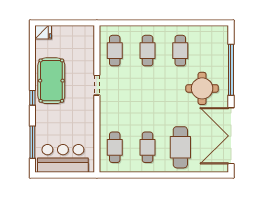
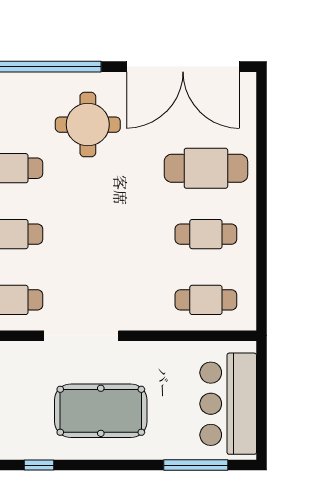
pool table: (51, 81) -> (101, 411), moved
doorway: (97, 85) -> (81, 336), width x1.88
window: (32, 98) -> (39, 465), moved

